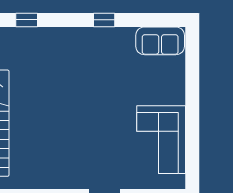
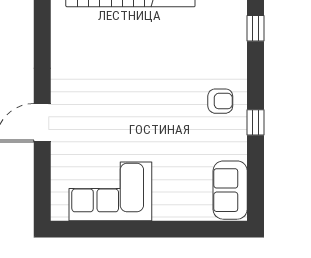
armchair: (87, 49) -> (220, 101), added

